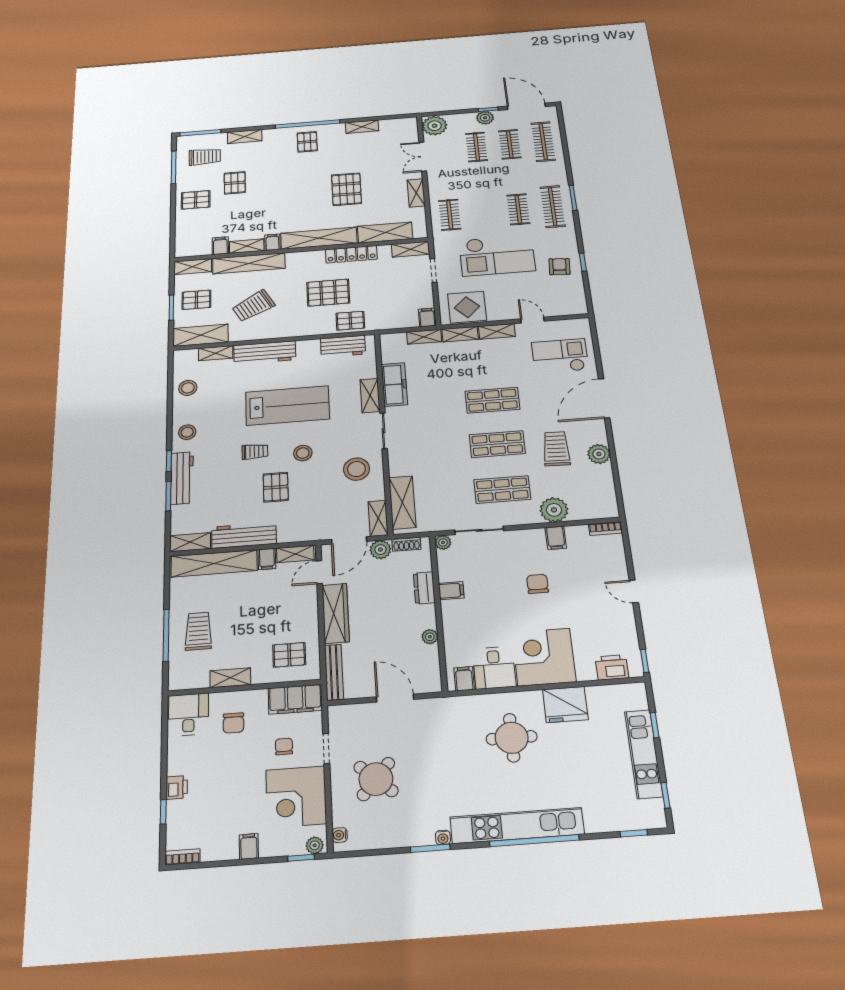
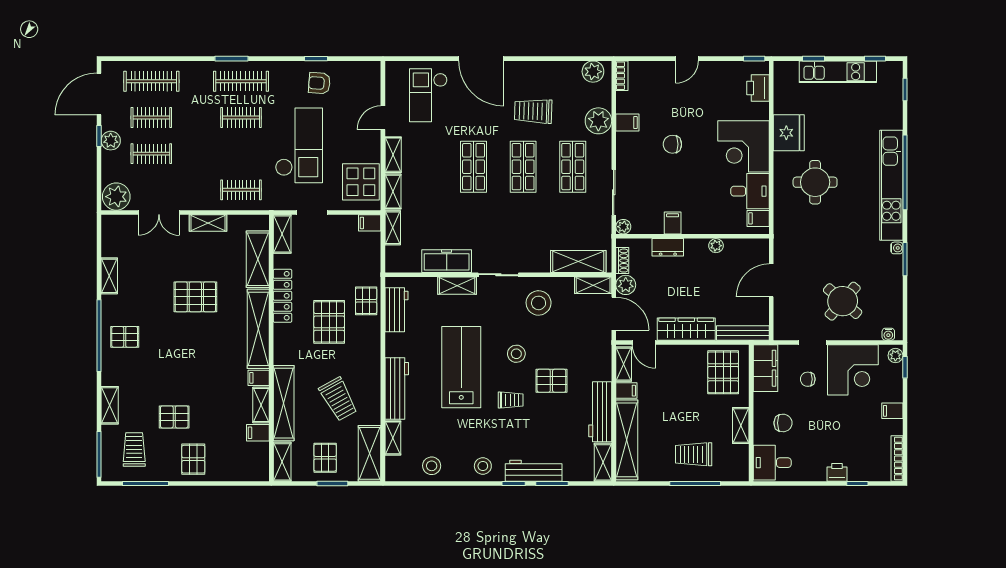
trolley: (255, 452) -> (511, 400), turned 90
plant: (599, 454) -> (593, 72), moved
pallet: (289, 655) -> (723, 372), width x1.50, depth x1.42
bookcase: (182, 857) -> (897, 459), width x1.56

